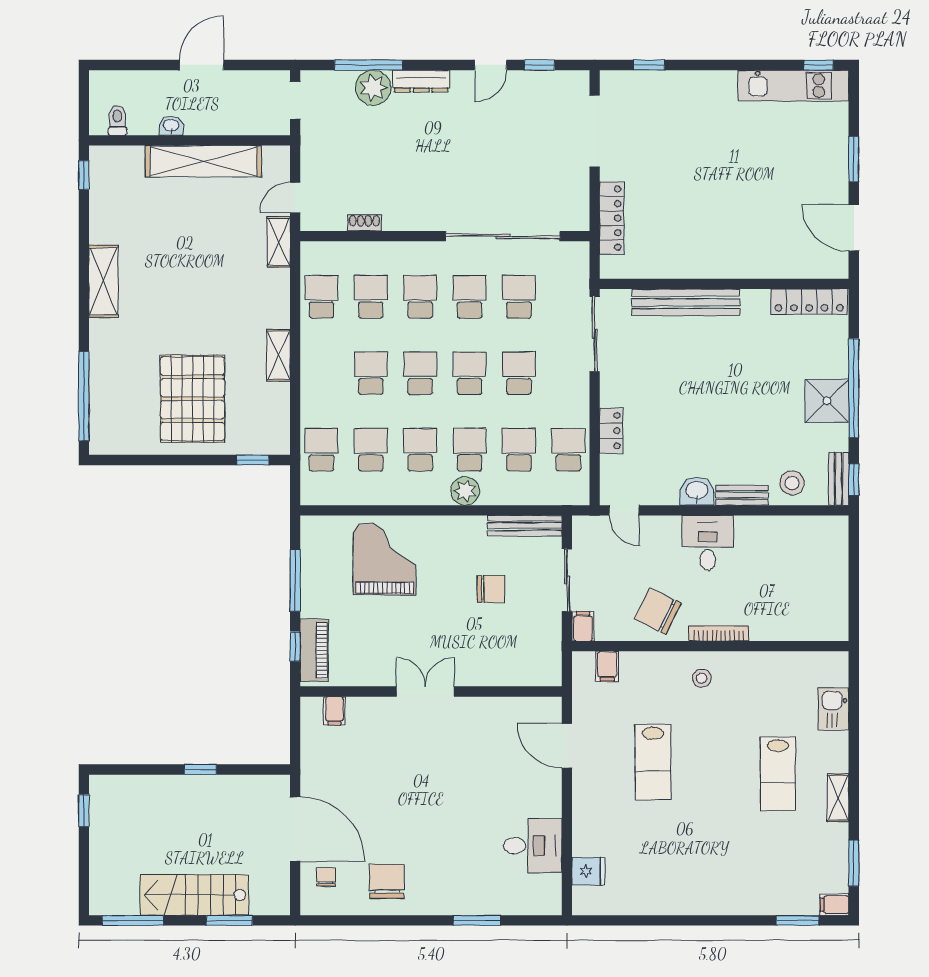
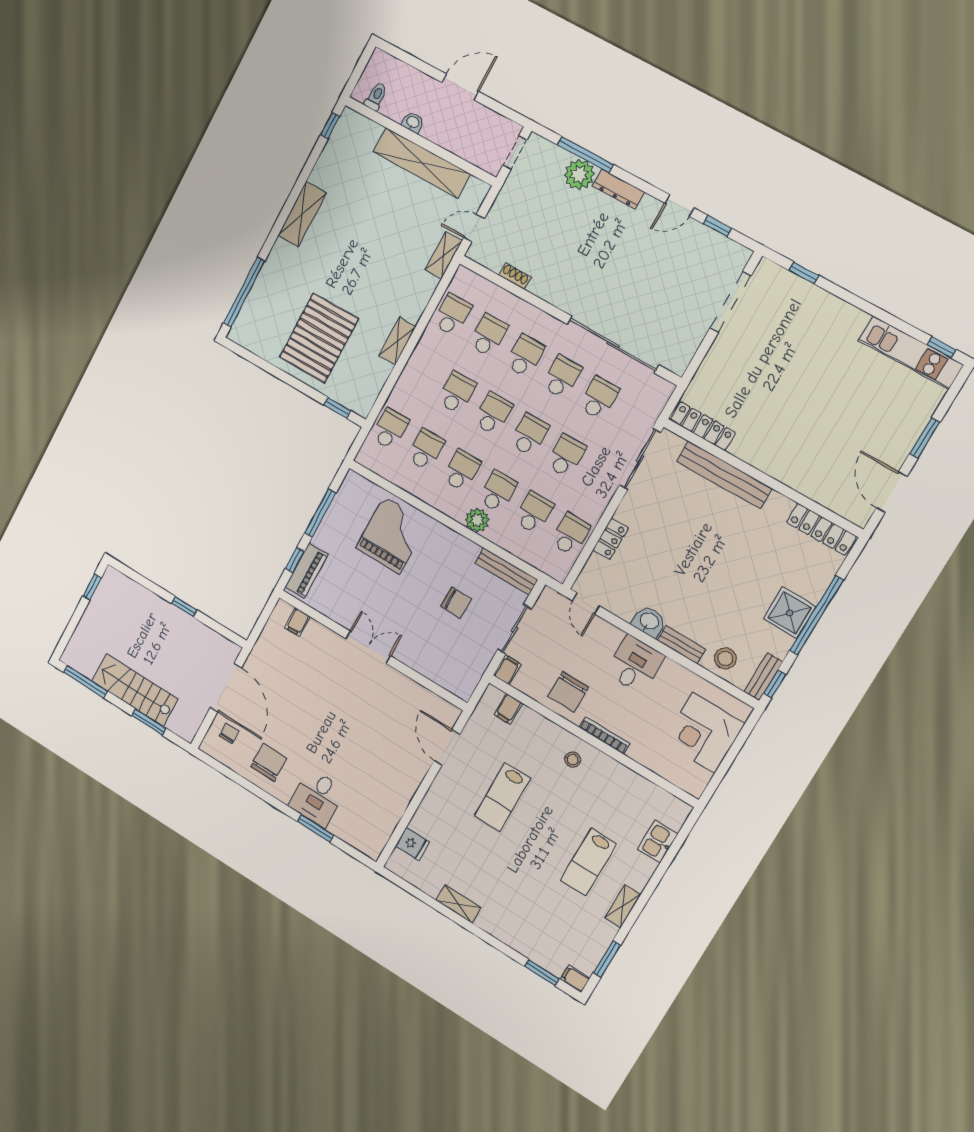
locker: (612, 218) -> (703, 426), moved, turned -90
corner desk: (814, 570) -> (704, 733), added
chair: (658, 611) -> (568, 692), turned -116
desk: (533, 846) -> (317, 798), moved, turned 90
shelving: (672, 904) -> (458, 904), added

